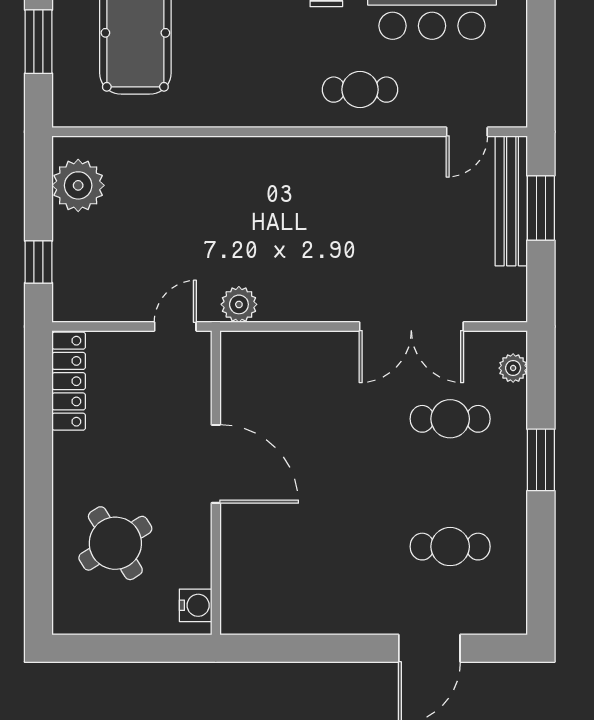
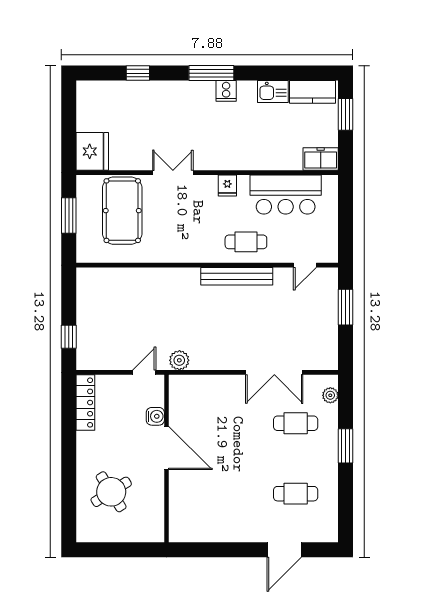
plant: (78, 185) -> (91, 295), removed
bench: (511, 201) -> (237, 276), moved, turned 90
water cooler: (196, 605) -> (155, 416), moved

